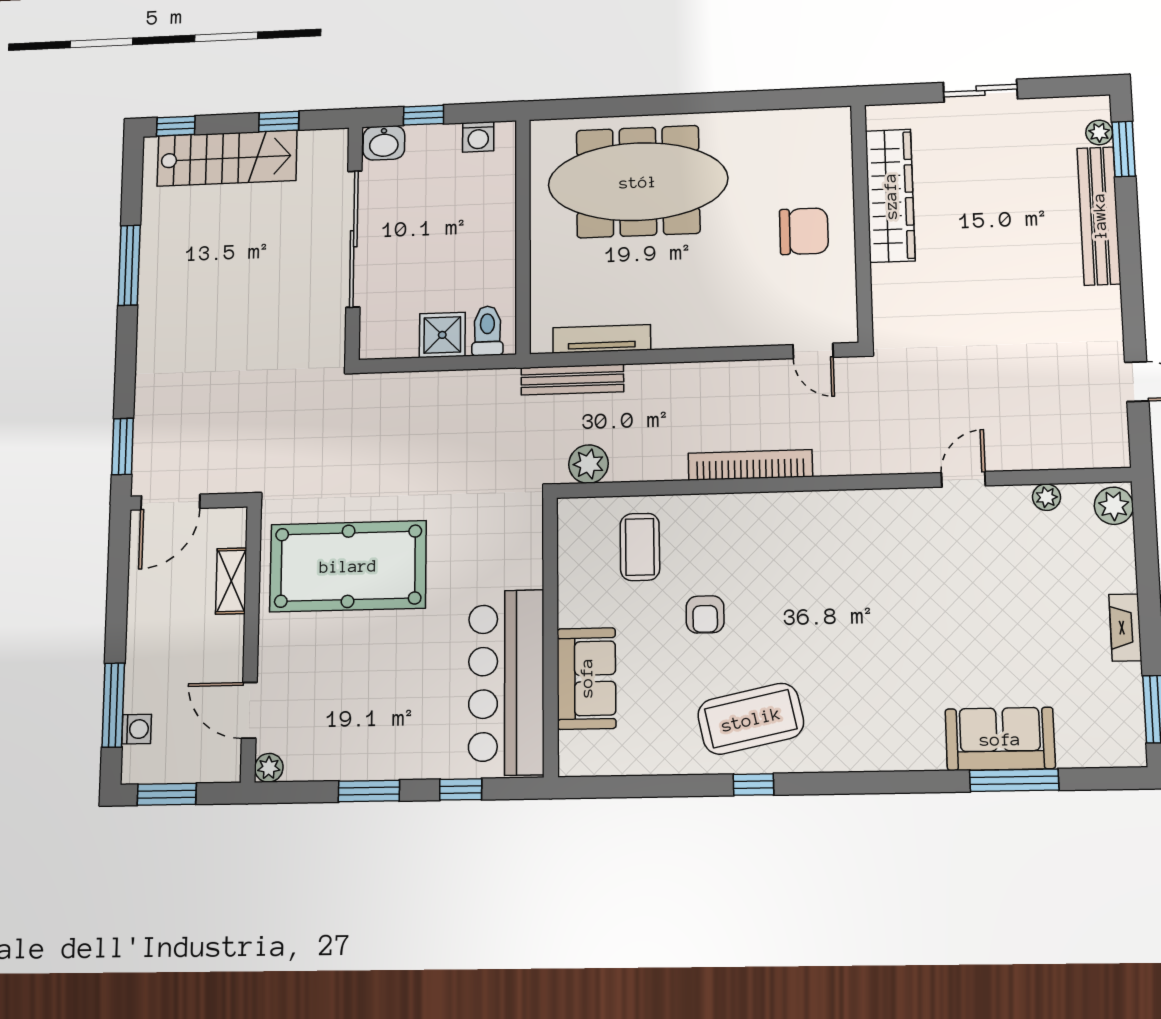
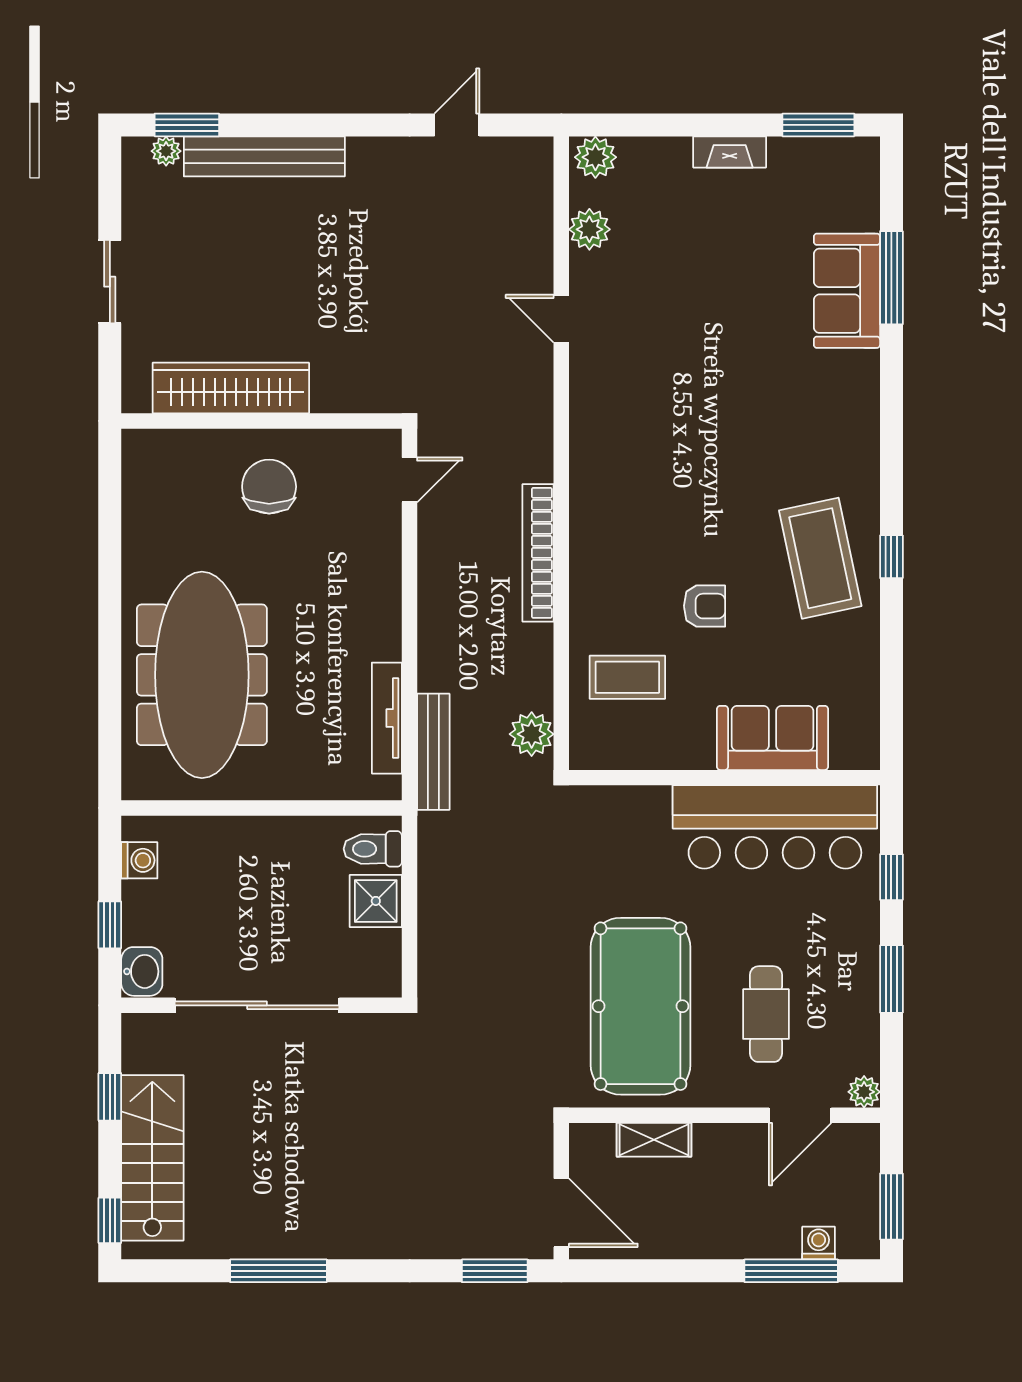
plant: (1046, 497) -> (589, 229), width x1.38, depth x1.38
cafe table: (339, 678) -> (766, 1014), added

